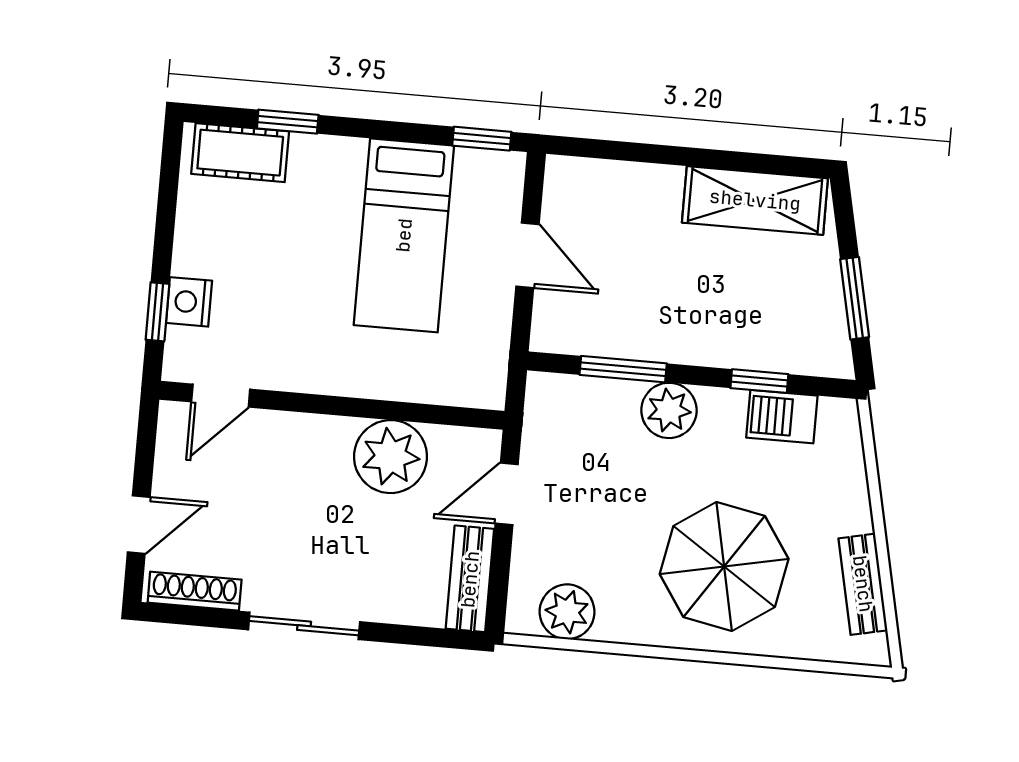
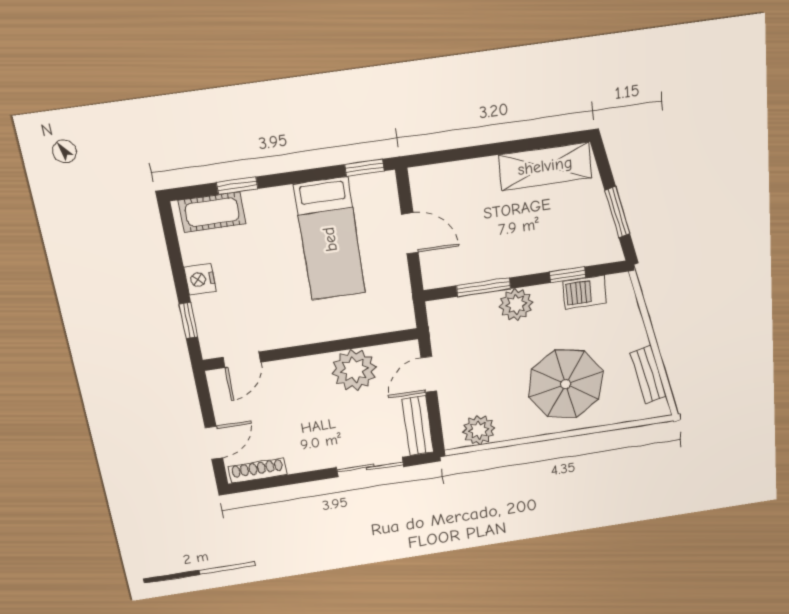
nightstand: (189, 302) -> (200, 279), moved
sliding door: (304, 626) -> (370, 467), moved

